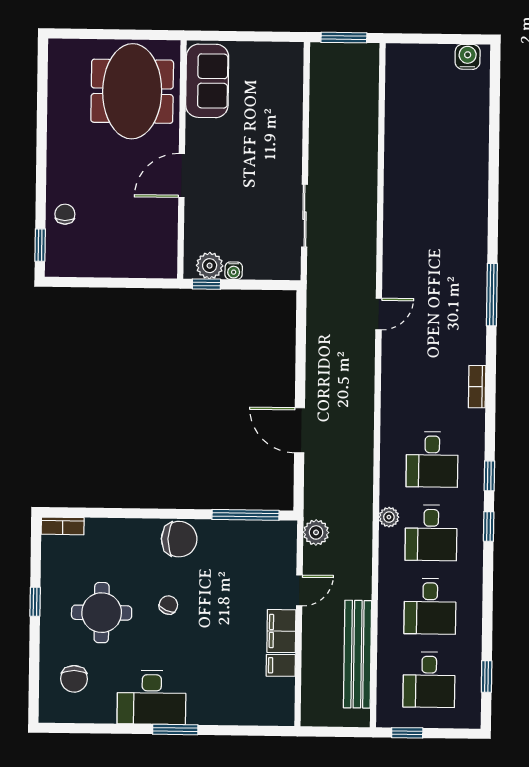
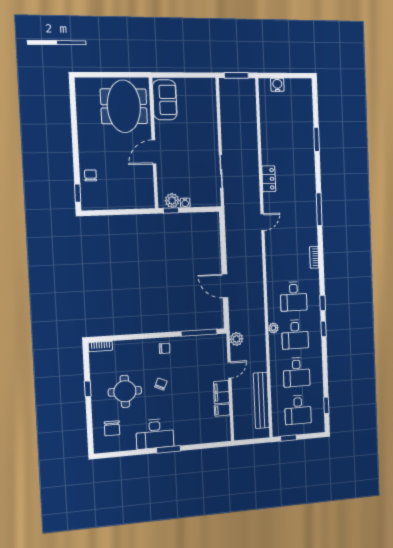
water cooler: (468, 57) -> (277, 85), moved
window: (494, 161) -> (317, 139), added
locker: (395, 233) -> (269, 179), added
chair: (179, 539) -> (165, 348), width x0.54, depth x0.54

